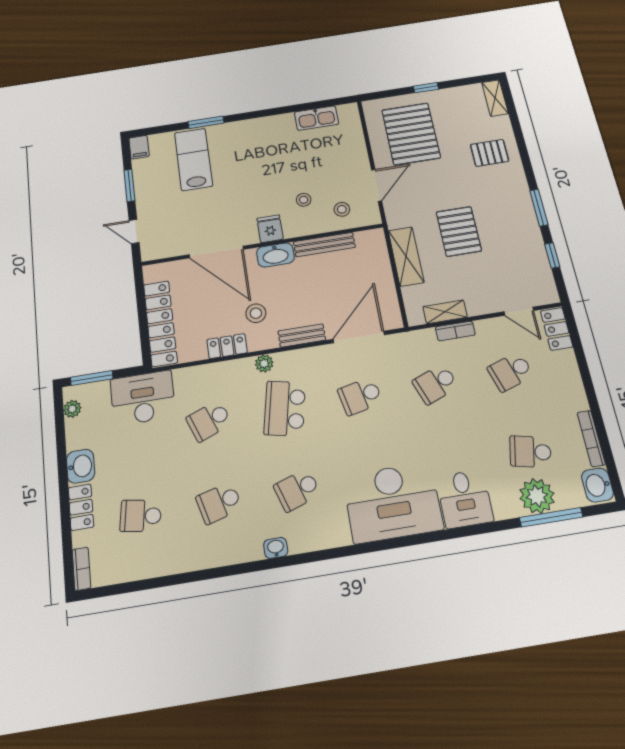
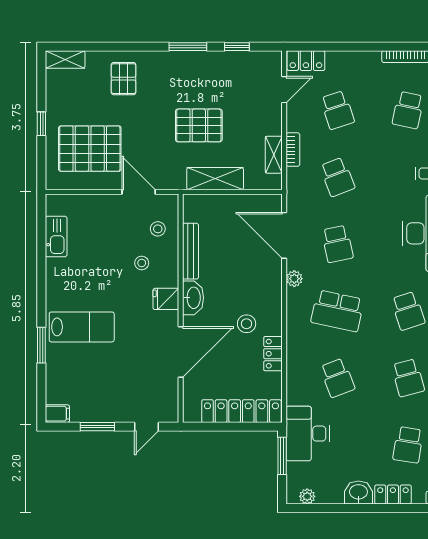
lab bench: (193, 159) -> (82, 327), moved, turned 180
bench: (302, 336) -> (274, 286), removed
plant: (264, 363) -> (294, 279), moved
window: (92, 378) -> (282, 456), moved

